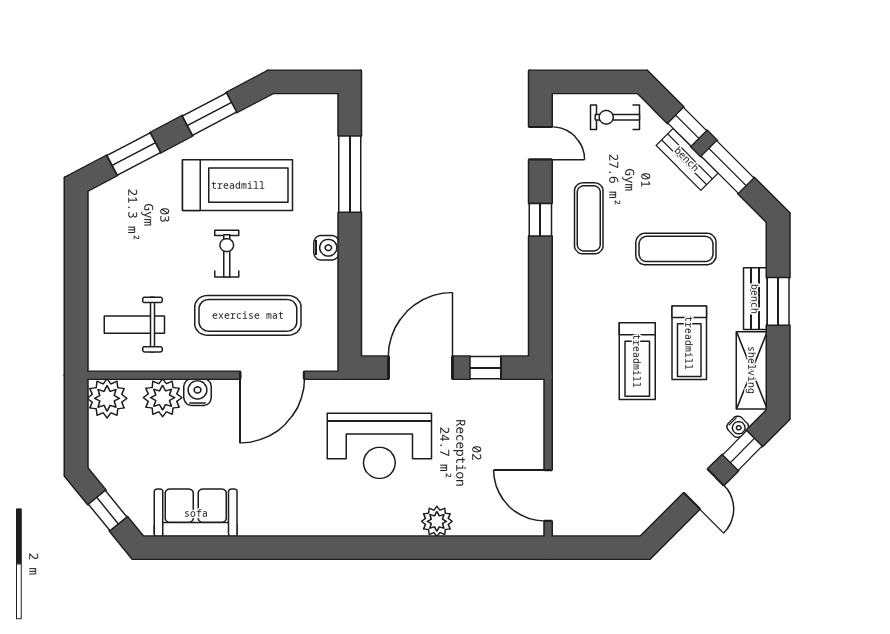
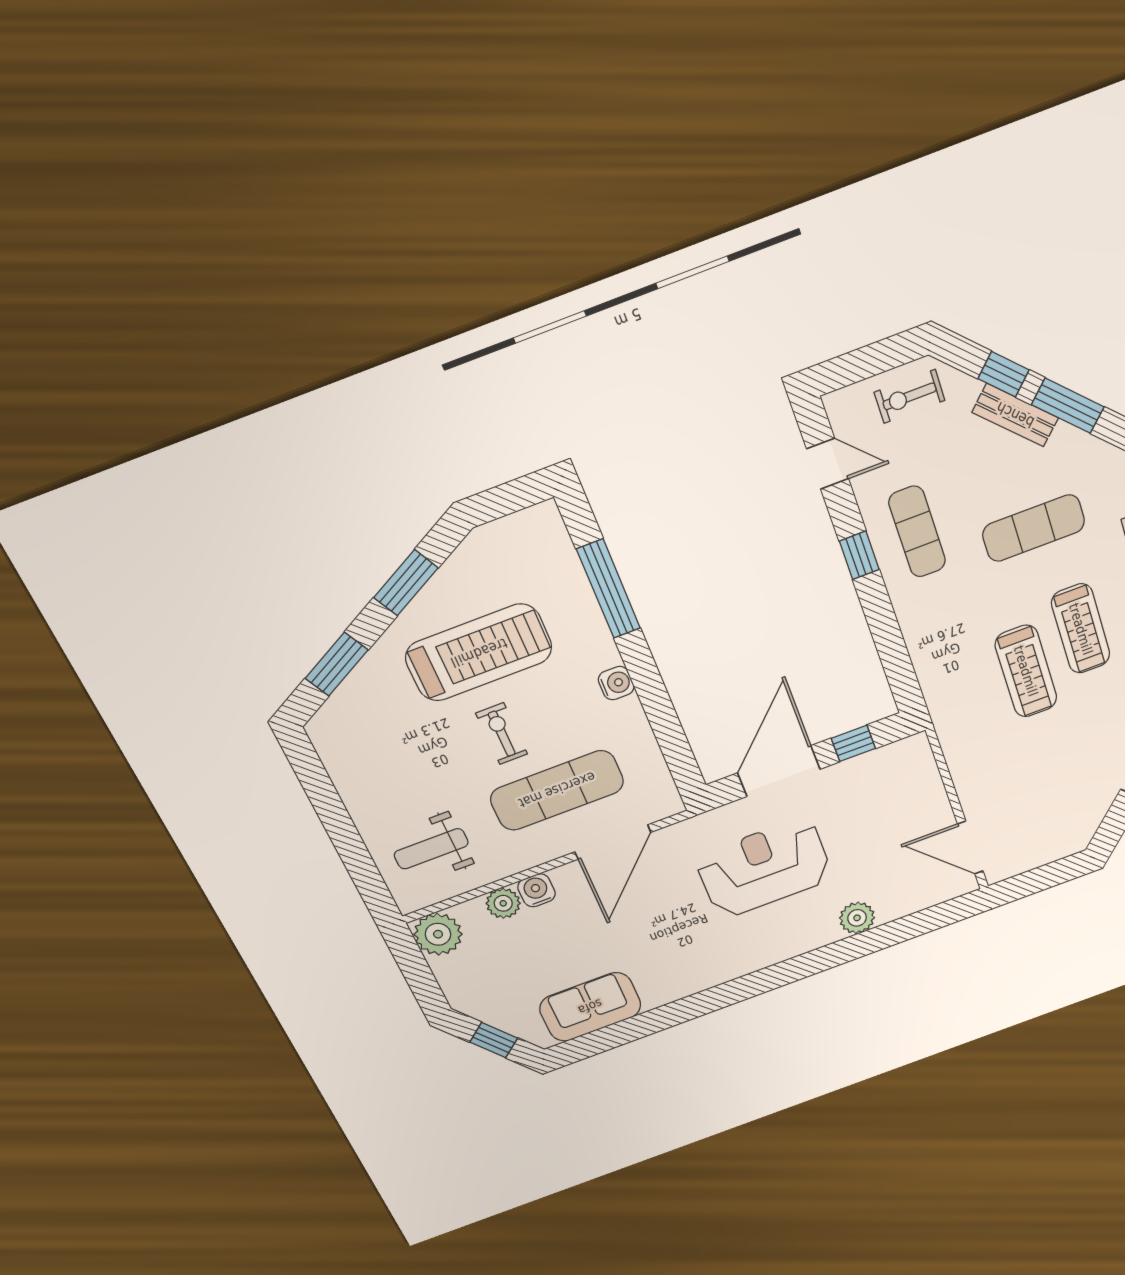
plant: (163, 398) -> (503, 903), width x0.73, depth x0.73
reception desk: (379, 446) -> (764, 868), turned 180

